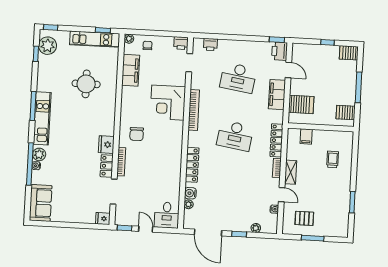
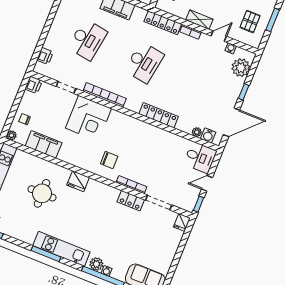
doorway: (189, 63) -> (66, 87), moved
fridge: (106, 145) -> (78, 181), moved
water cooler: (190, 193) -> (208, 135), moved
plant: (256, 228) -> (241, 68), width x1.88, depth x1.88

